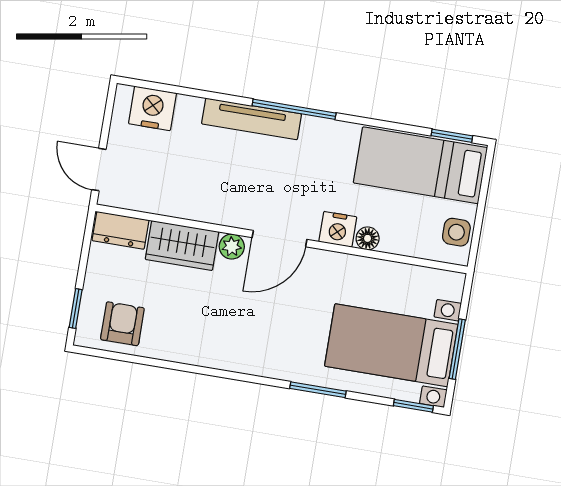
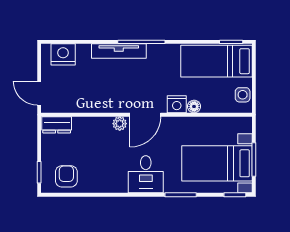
wardrobe: (182, 246) -> (92, 128), removed
desk: (263, 343) -> (146, 174), added

